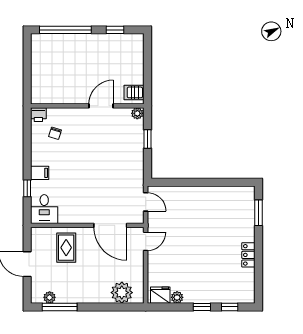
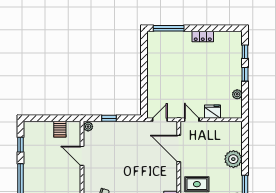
server rack: (134, 92) -> (60, 129), moved
window: (259, 213) -> (169, 28), width x1.44
door: (110, 225) -> (179, 148), swing flipped
plant: (122, 293) -> (233, 159), moved
fridge: (160, 295) -> (213, 112), moved, turned 90

